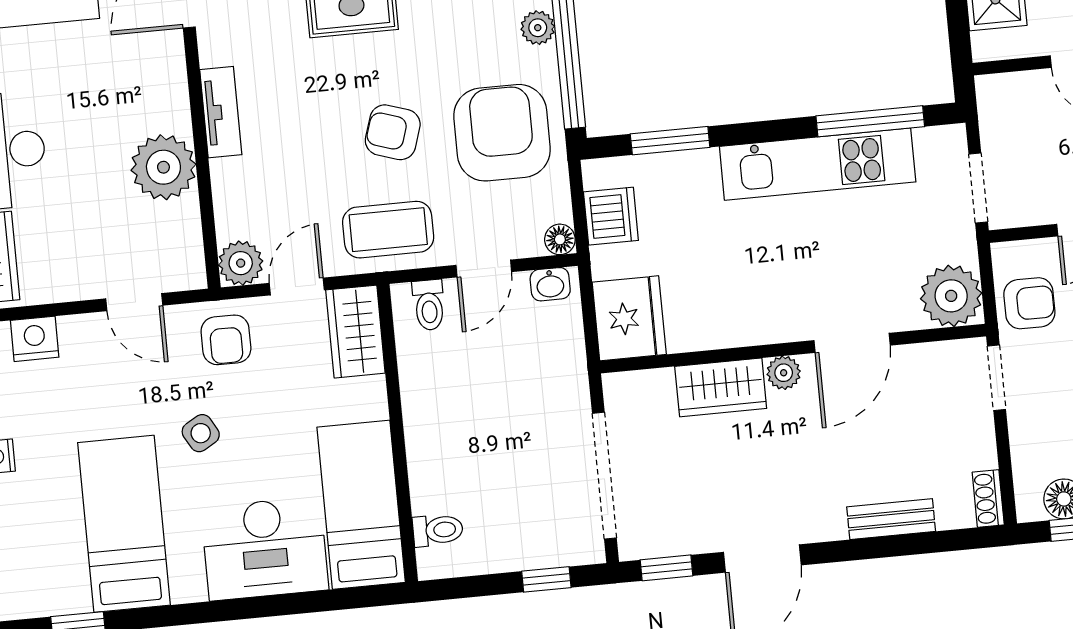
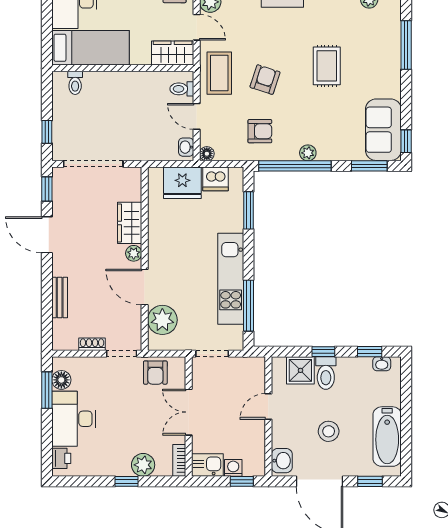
armchair: (502, 133) -> (260, 131), width x0.53, depth x0.53
plant: (951, 296) -> (162, 320), moved
fridge: (629, 318) -> (182, 183), moved
shoe rack: (988, 498) -> (92, 344), moved

